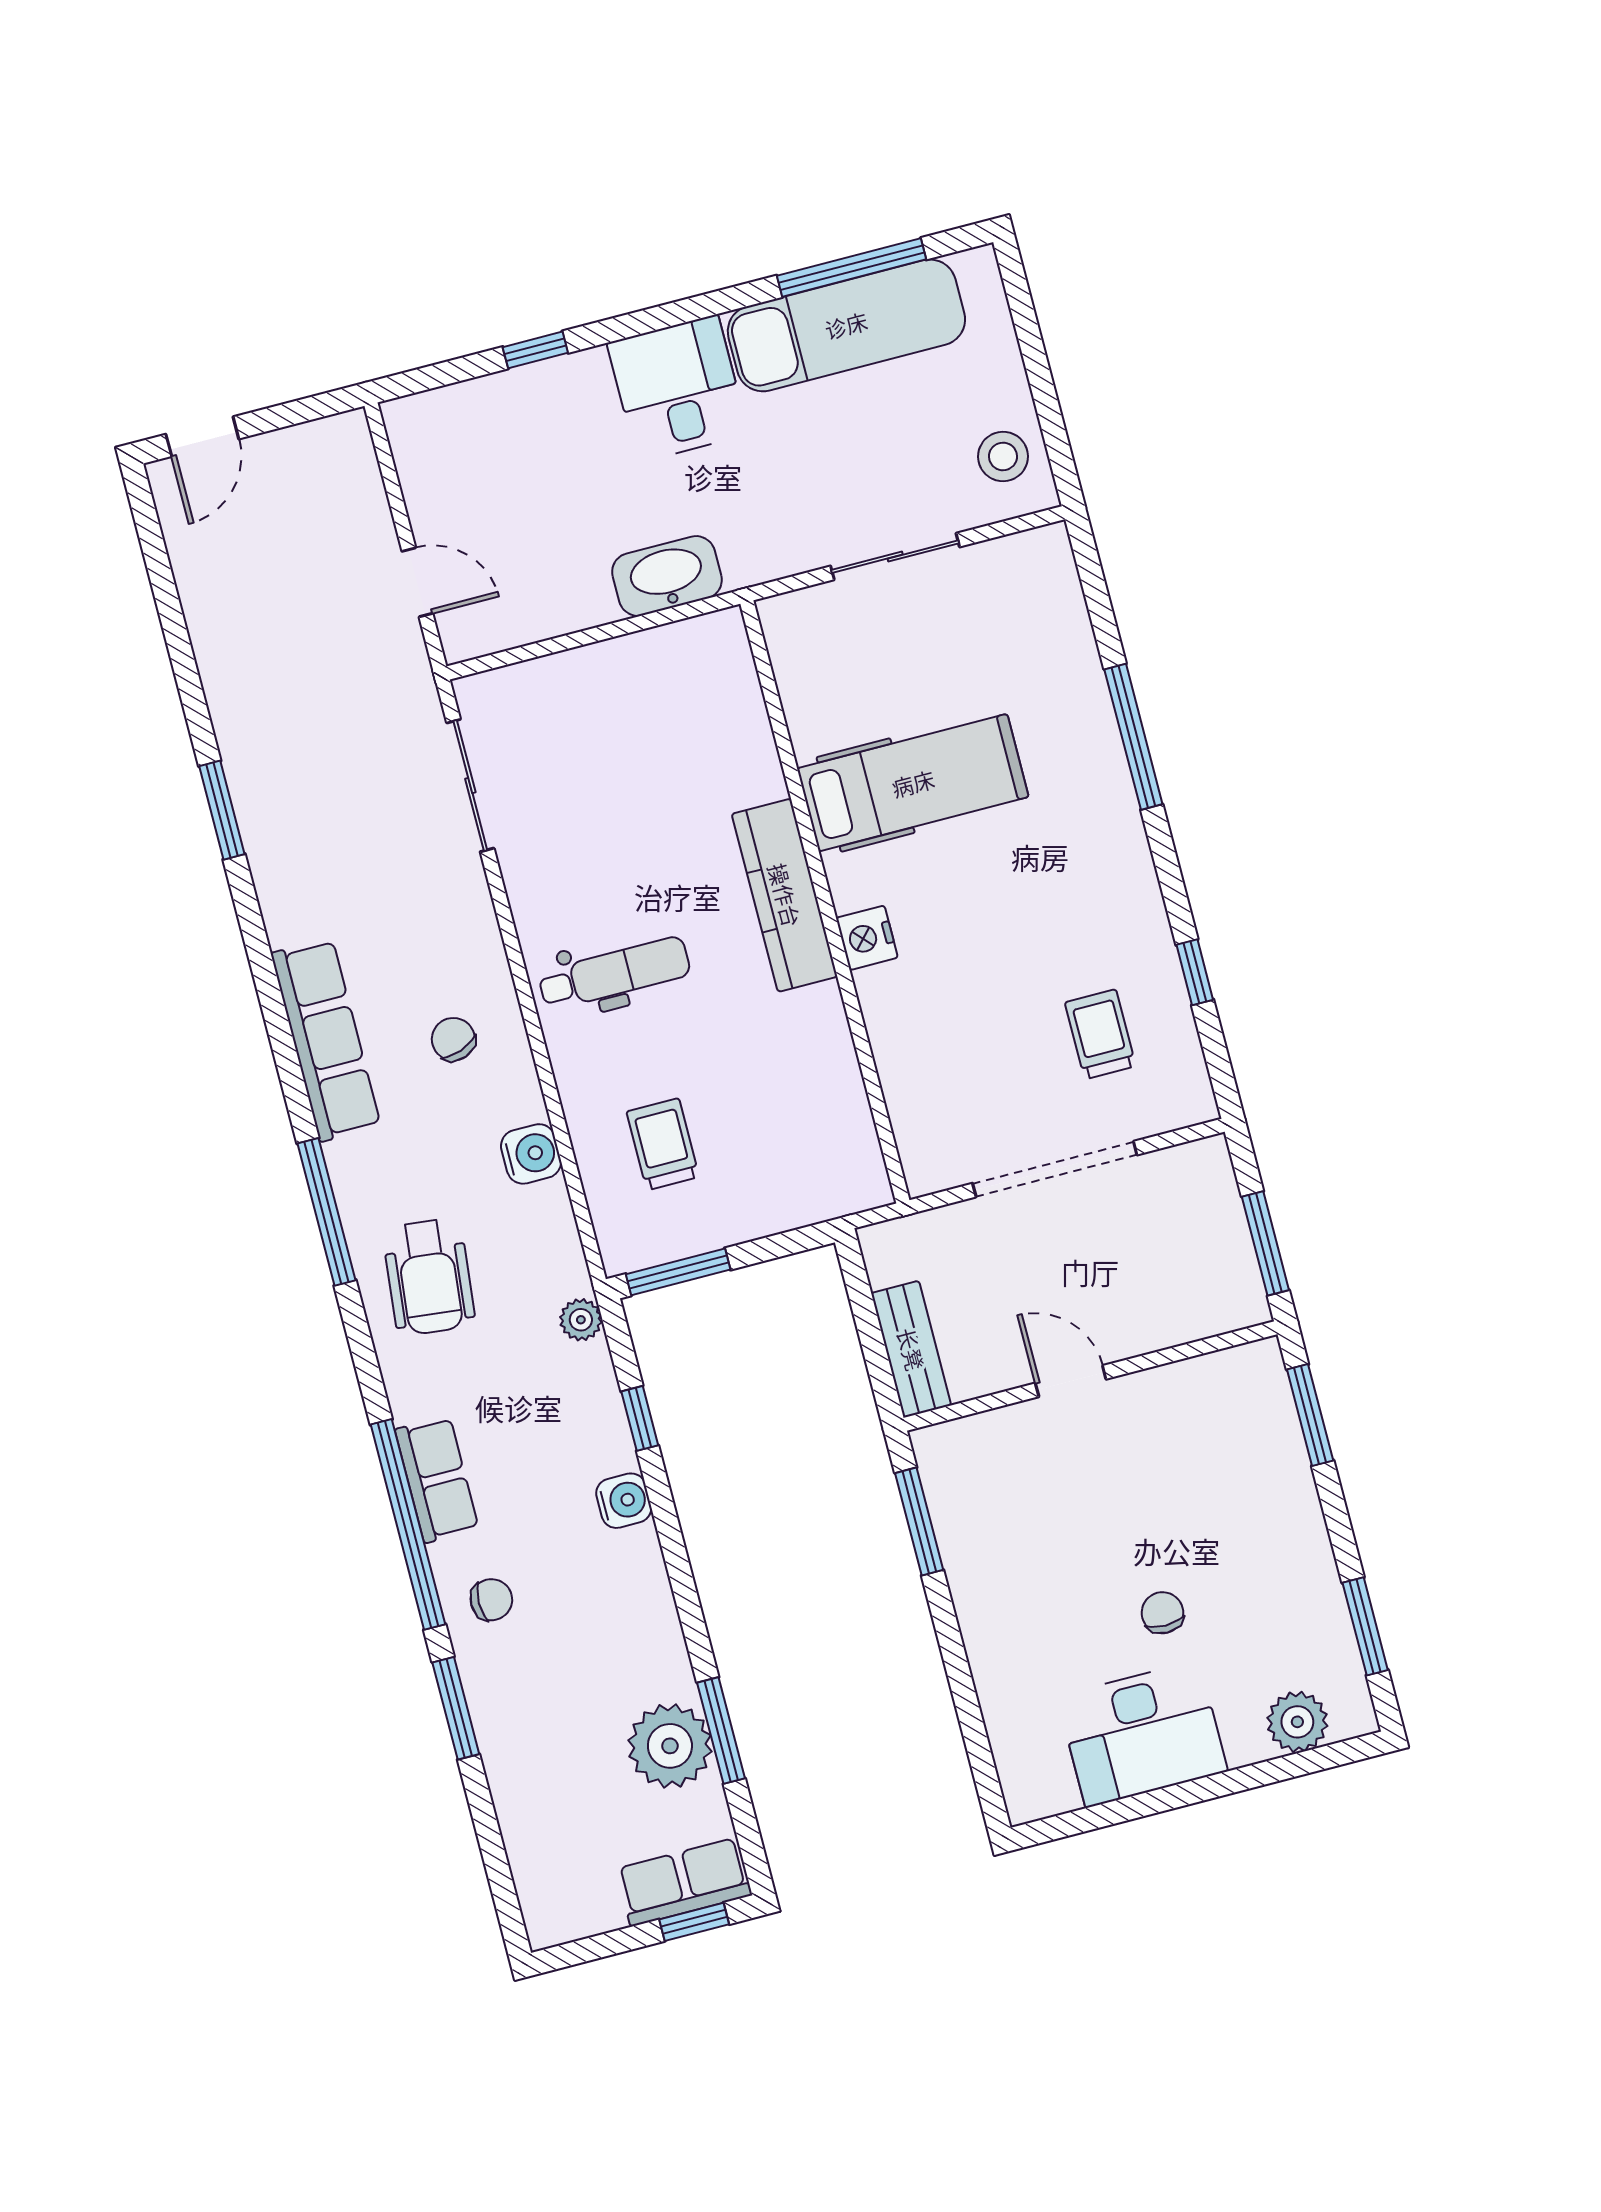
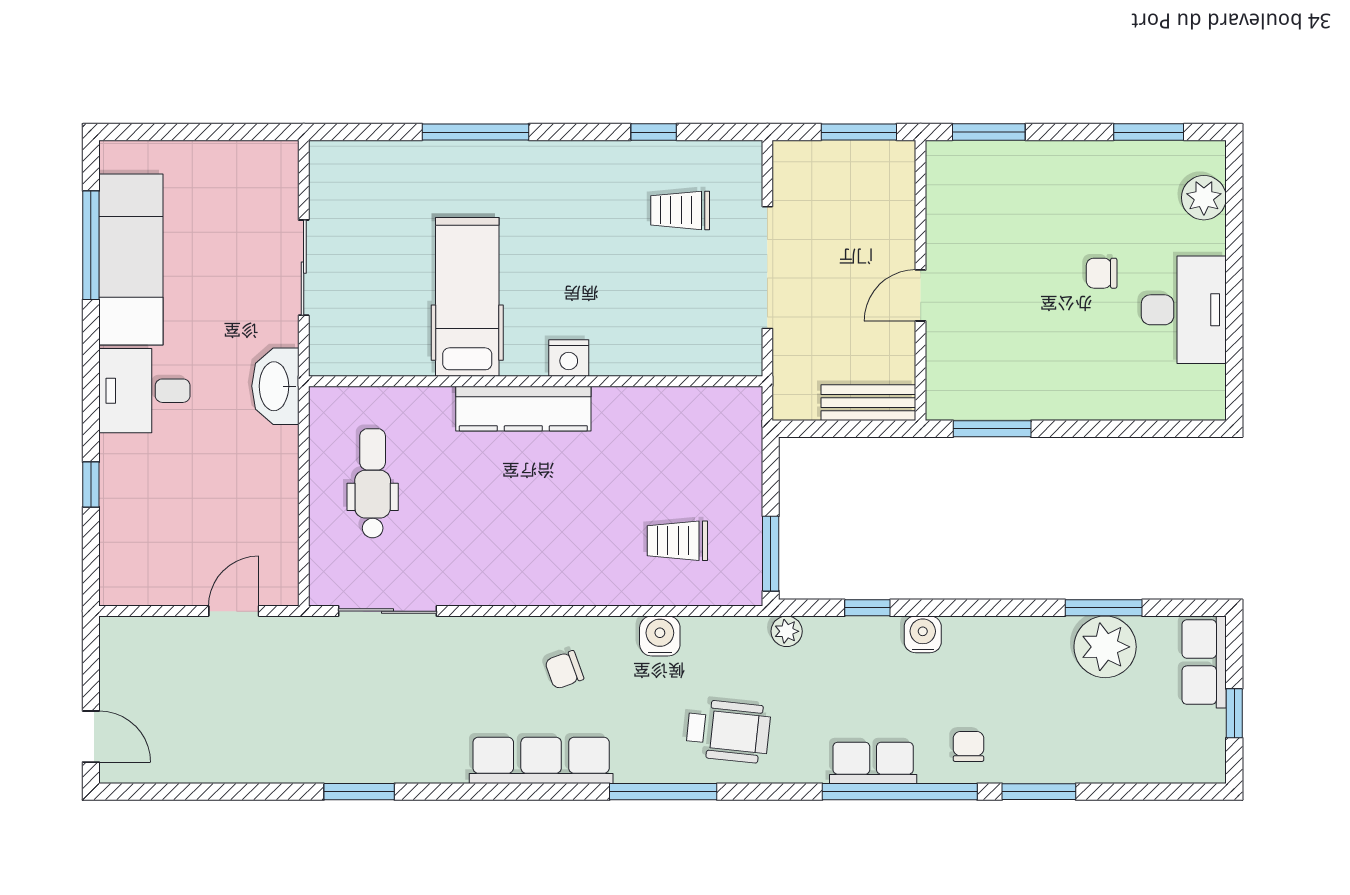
stool: (1003, 456) -> (253, 173), removed
washbasin: (667, 576) -> (275, 386), moved
dental chair: (614, 973) -> (373, 483), moved
window: (694, 1922) -> (1234, 713), moved

